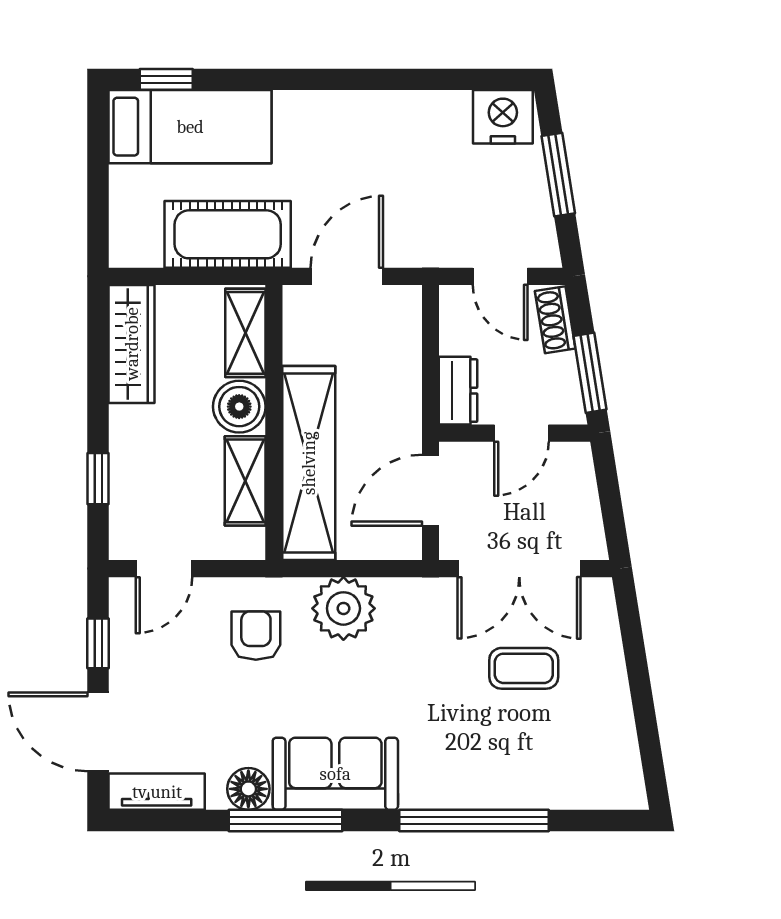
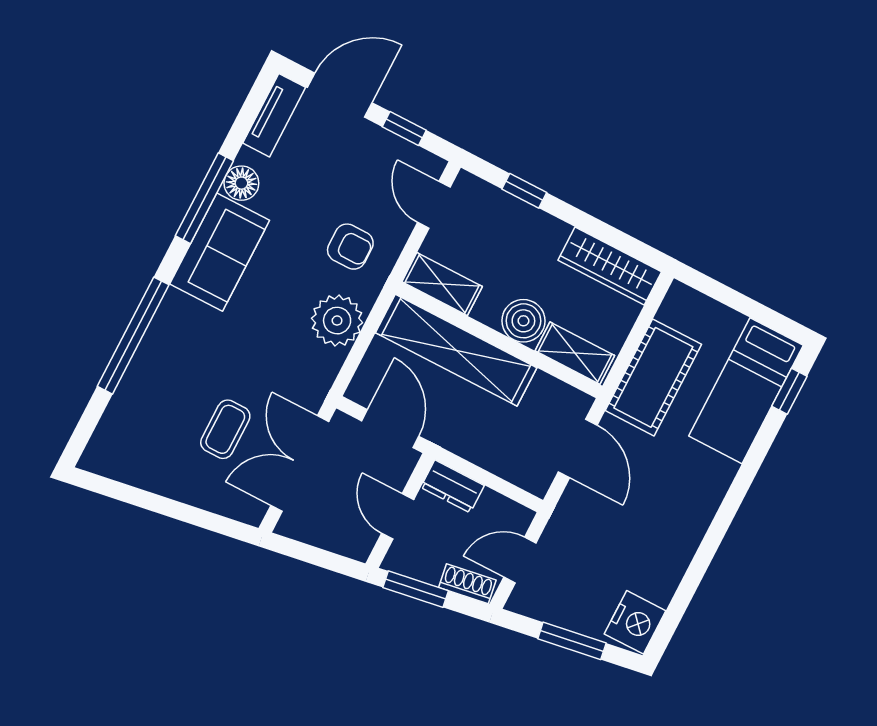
shelving: (245, 481) -> (442, 284), moved

